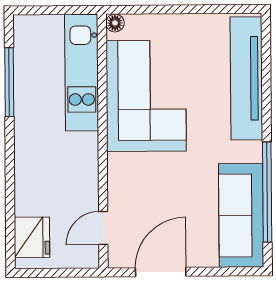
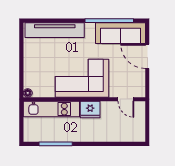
corner sofa: (146, 96) -> (82, 78), moved
fridge: (32, 237) -> (90, 110), moved, turned 180
door: (161, 272) -> (147, 56), moved

